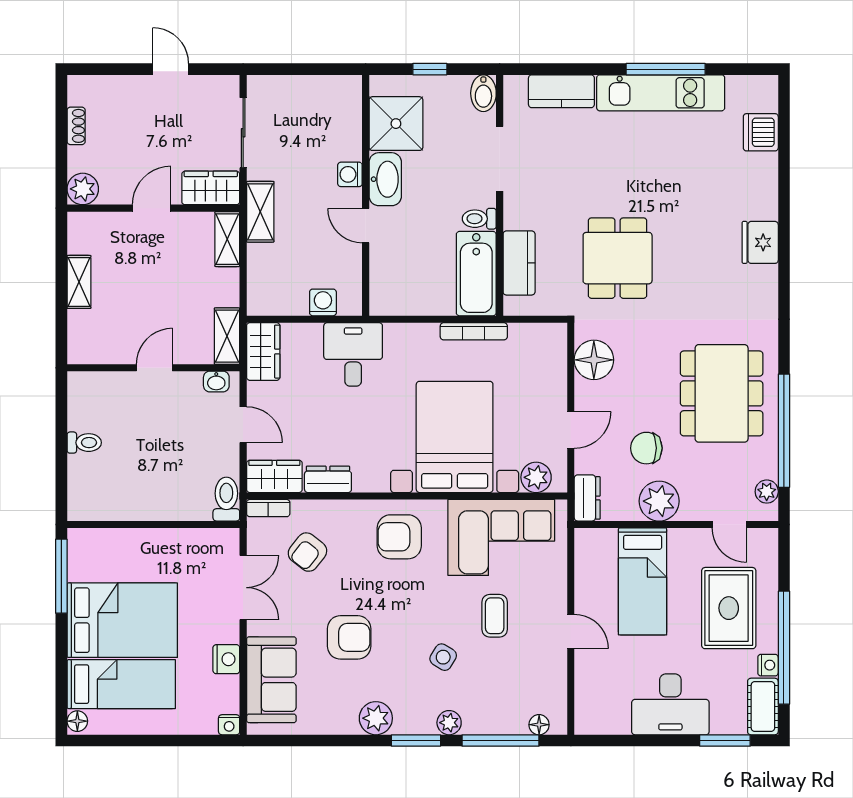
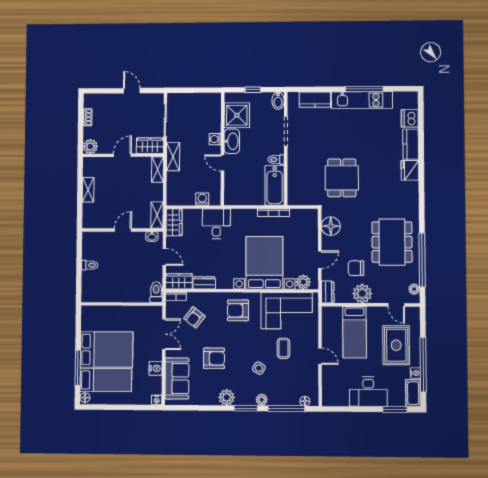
kitchen counter: (519, 263) -> (411, 144), moved, turned 180
window: (61, 576) -> (78, 368), moved

